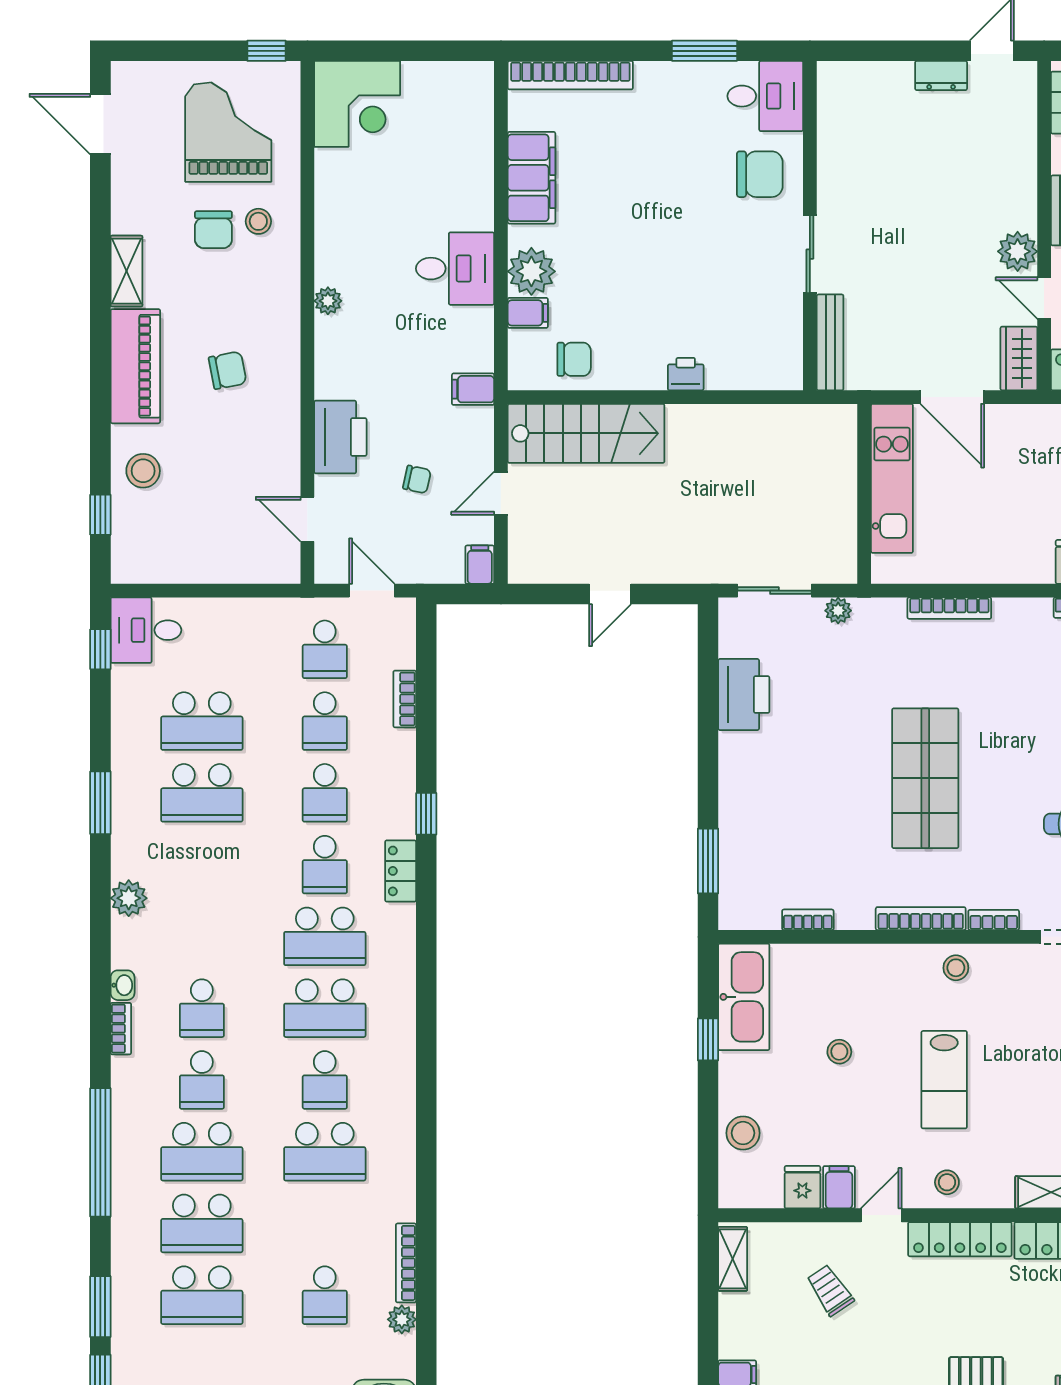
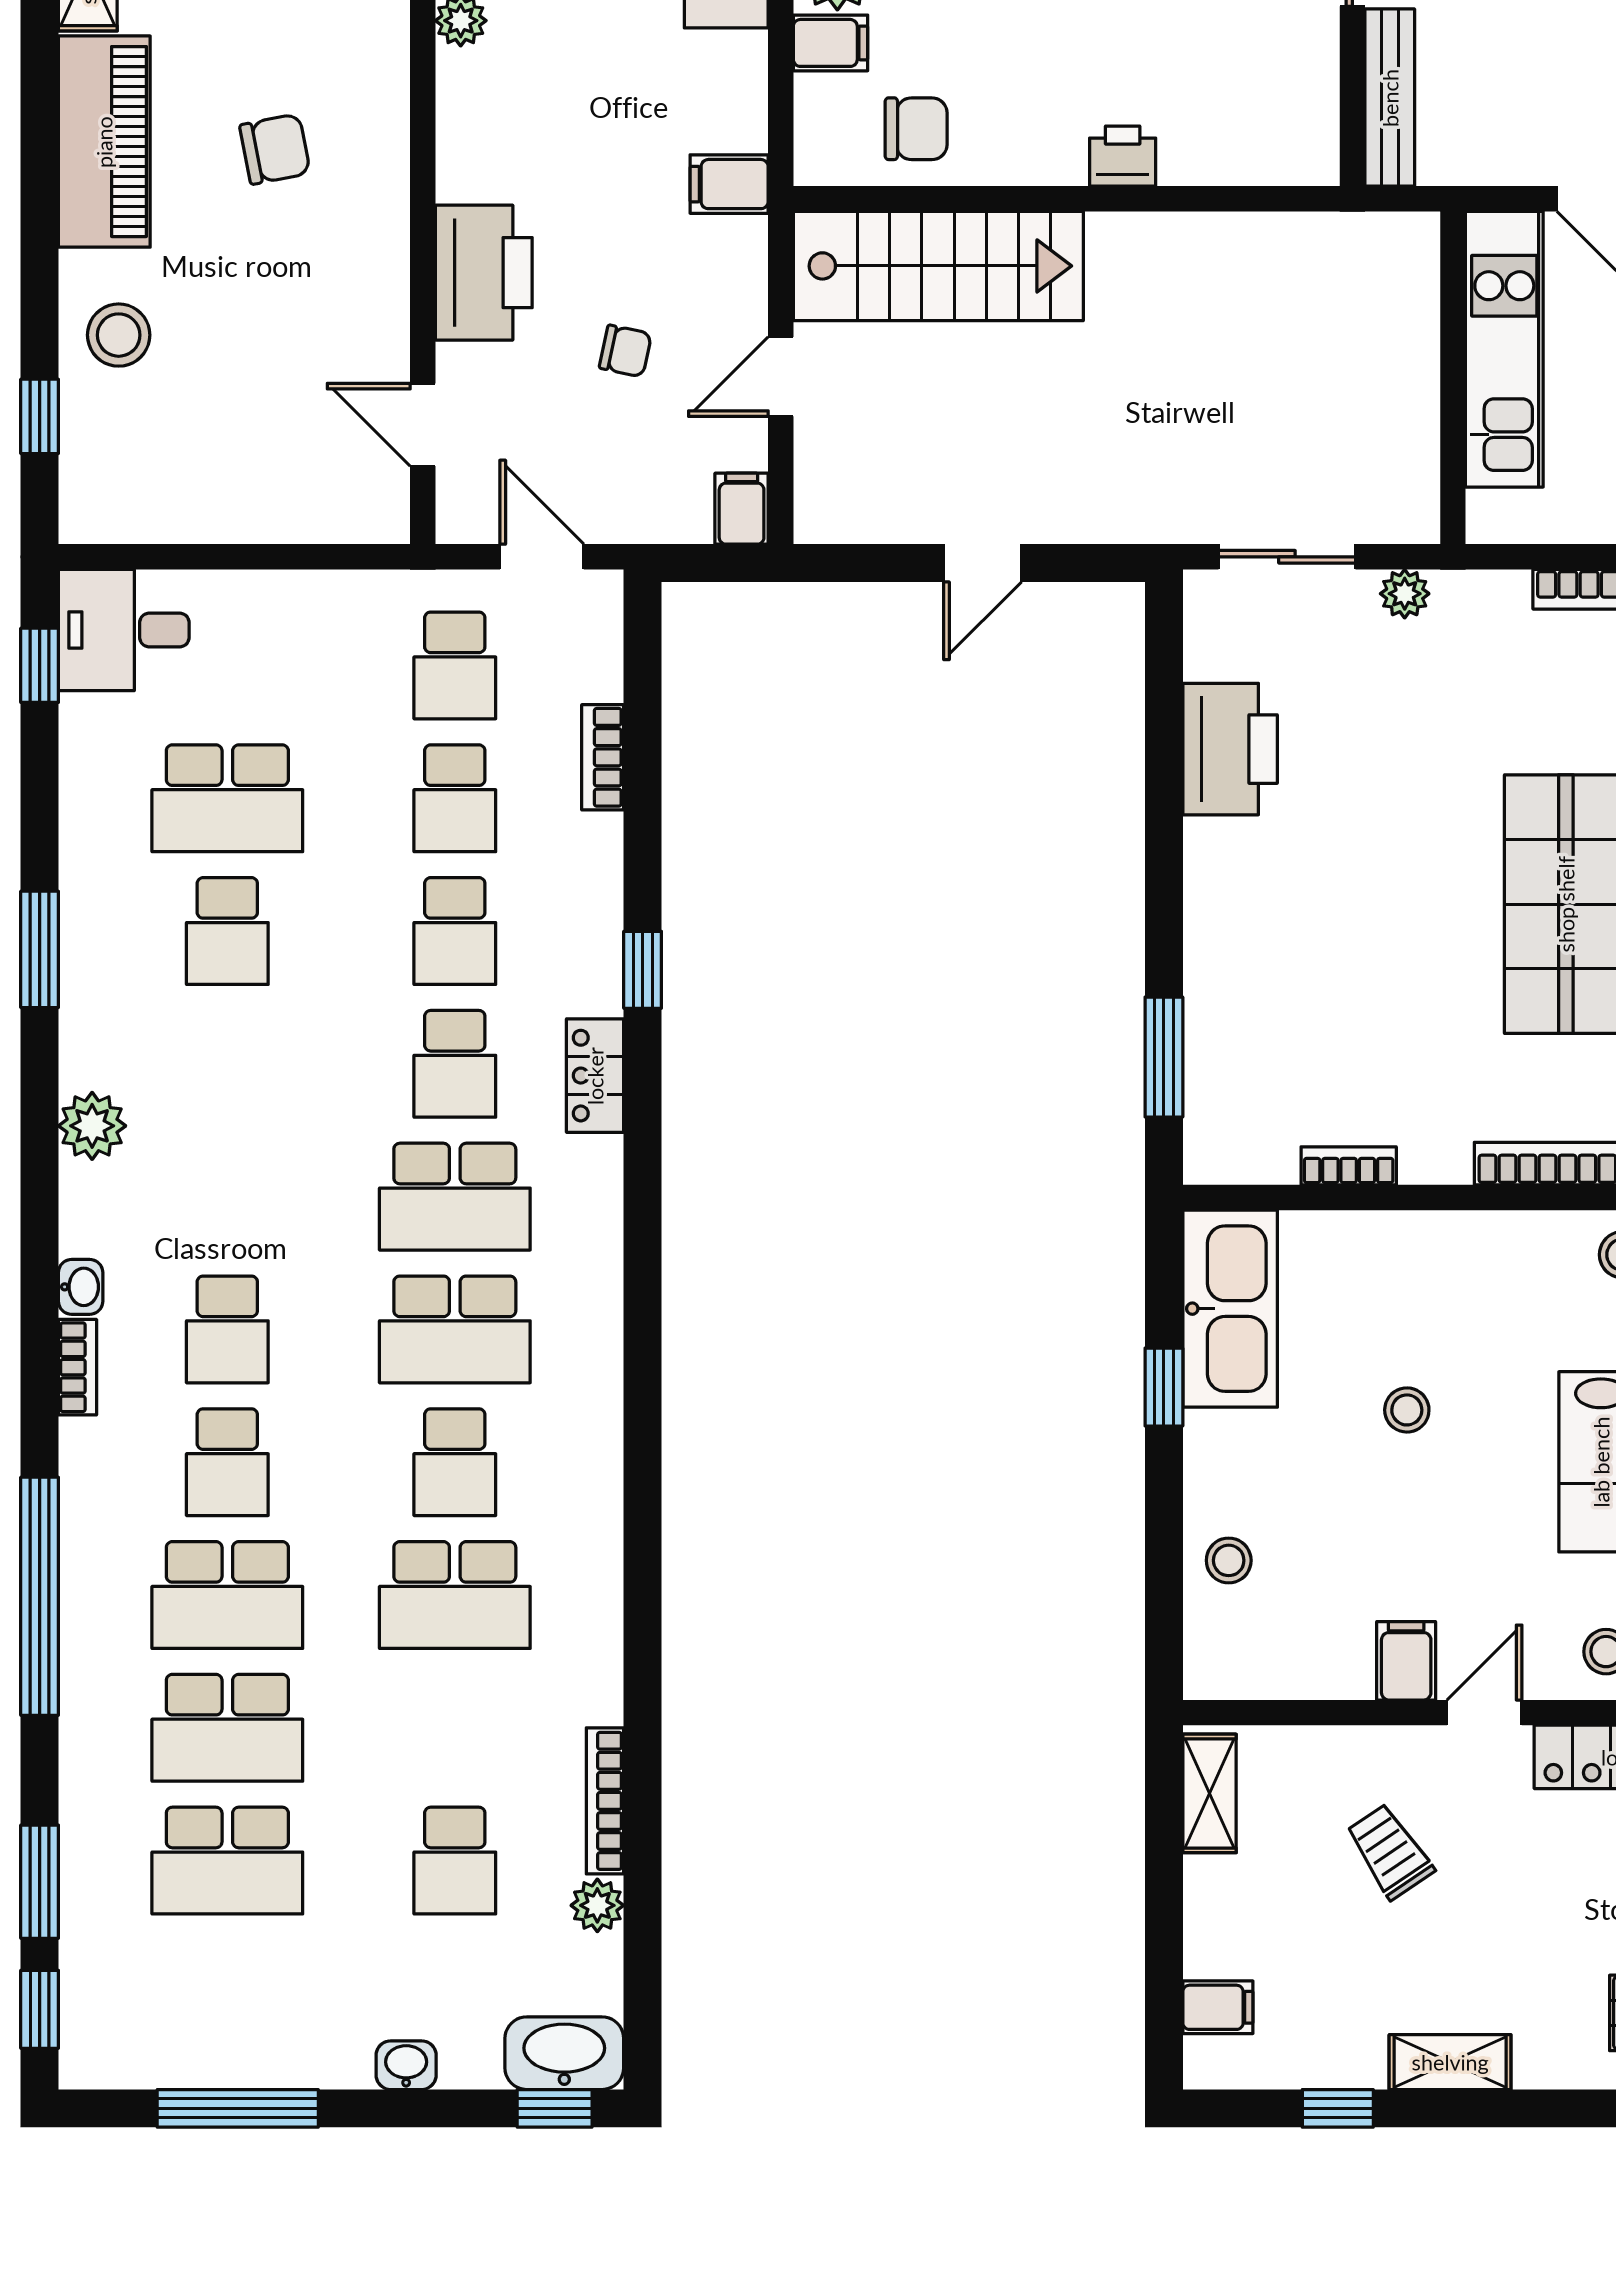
school desk: (202, 793) -> (227, 931), width x0.54
stool: (743, 1133) -> (1229, 1560), width x0.73, depth x0.73
fridge: (802, 1187) -> (1339, 1661), removed

